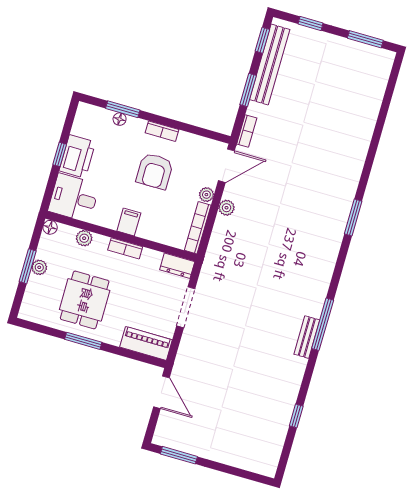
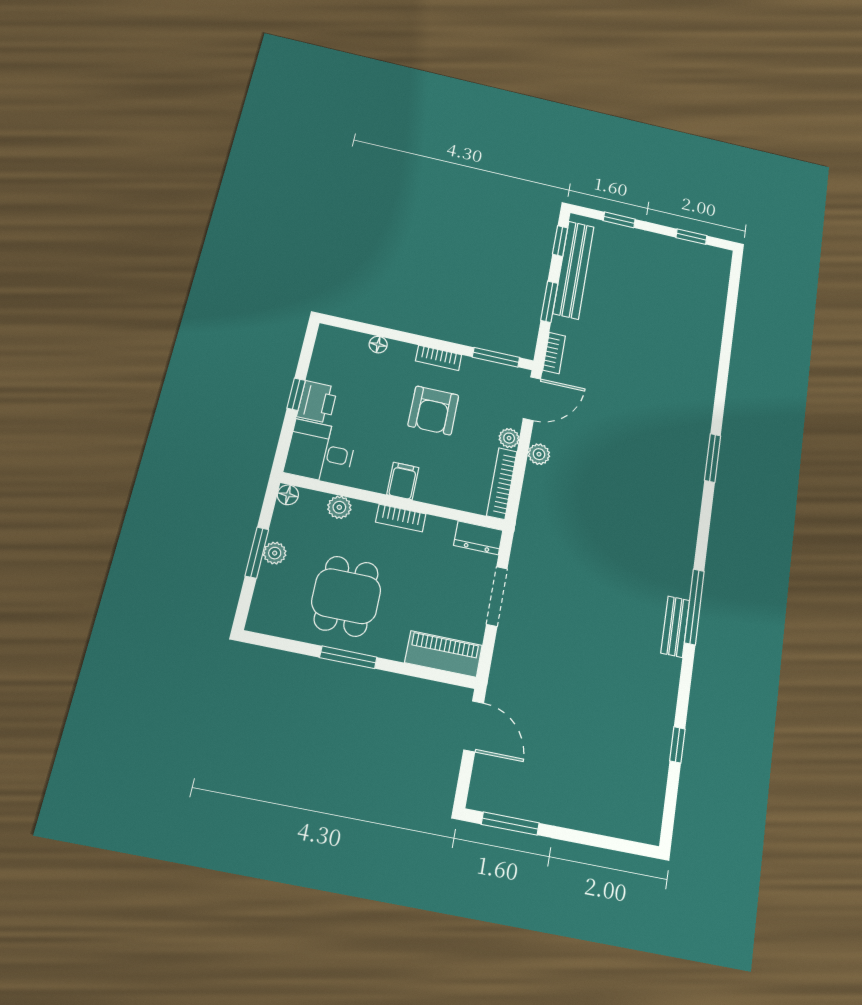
window: (365, 39) -> (691, 237), width x0.67
window: (123, 109) -> (496, 357), moved
printer: (77, 156) -> (317, 402), width x0.73, depth x0.84

